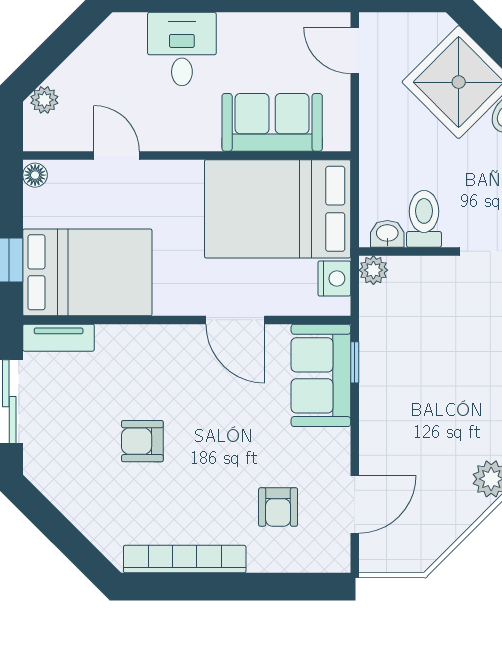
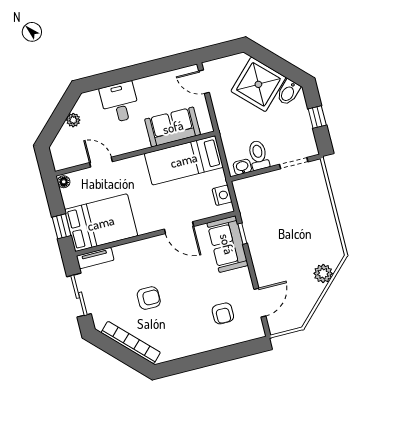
plant: (44, 100) -> (73, 120), moved
bed: (278, 209) -> (184, 160), width x0.67
plant: (373, 270) -> (240, 186), removed
armchair: (142, 441) -> (149, 298), turned 180
bookcase: (185, 559) -> (131, 342), moved, turned 45

